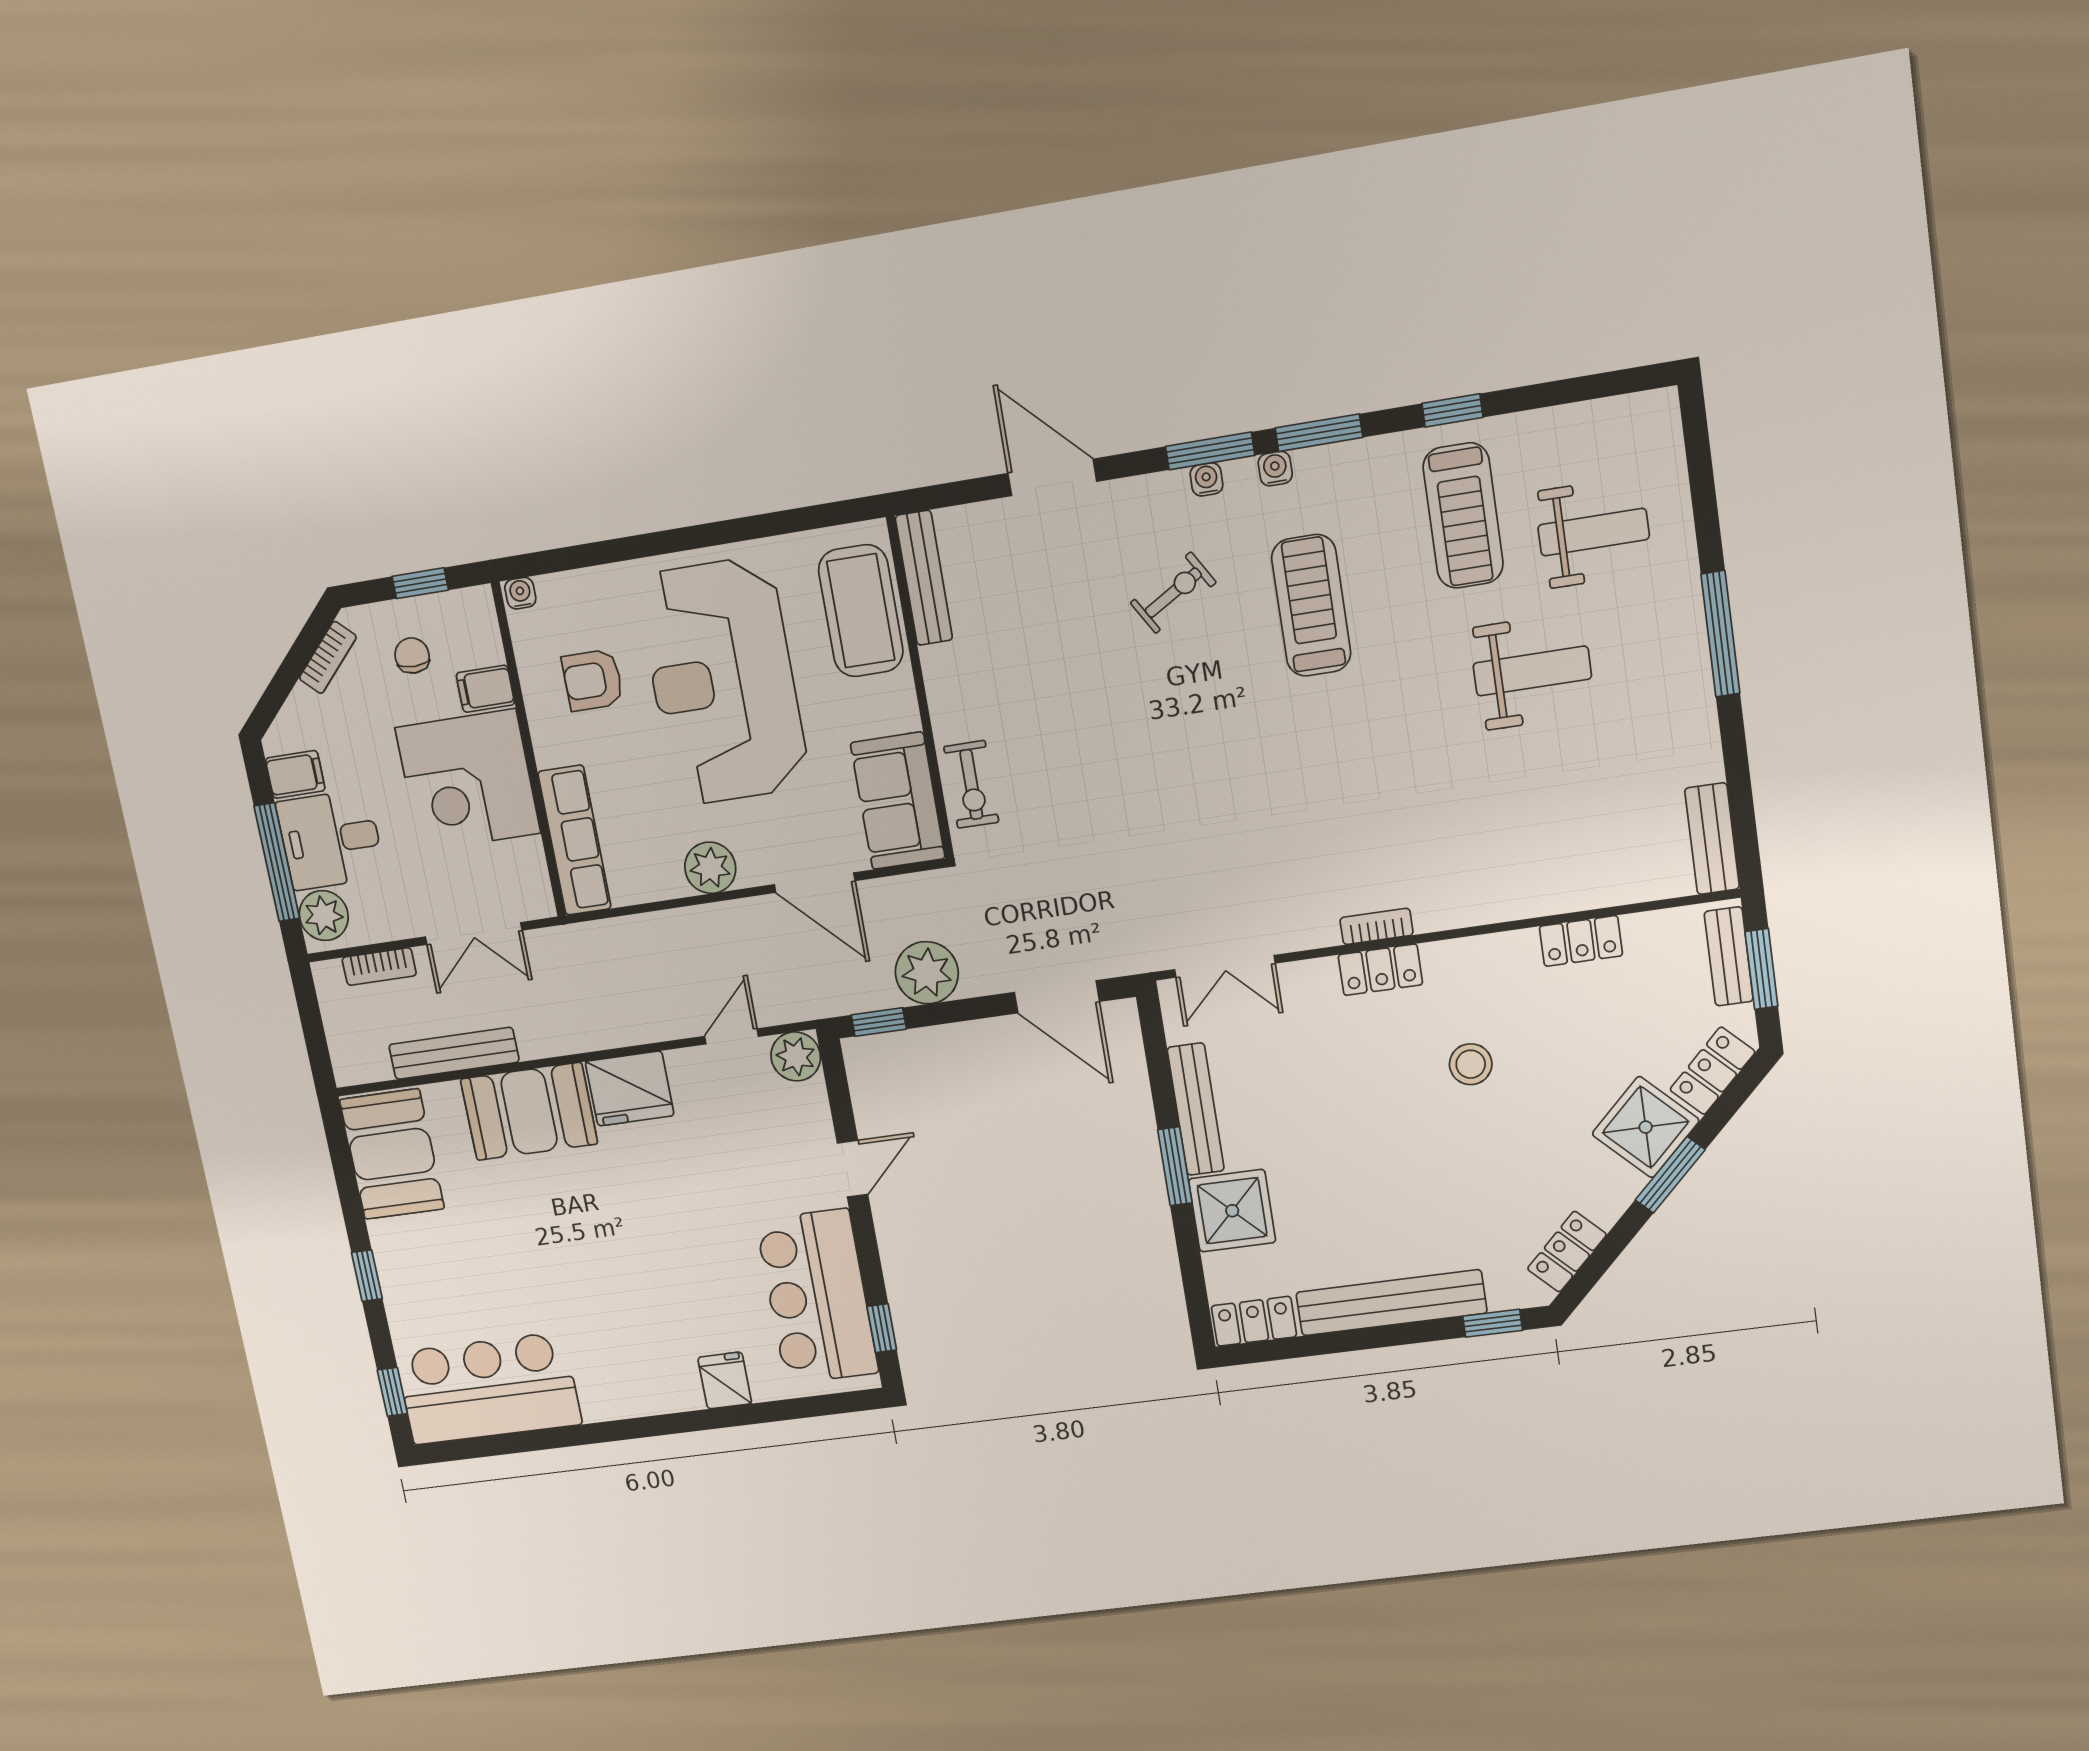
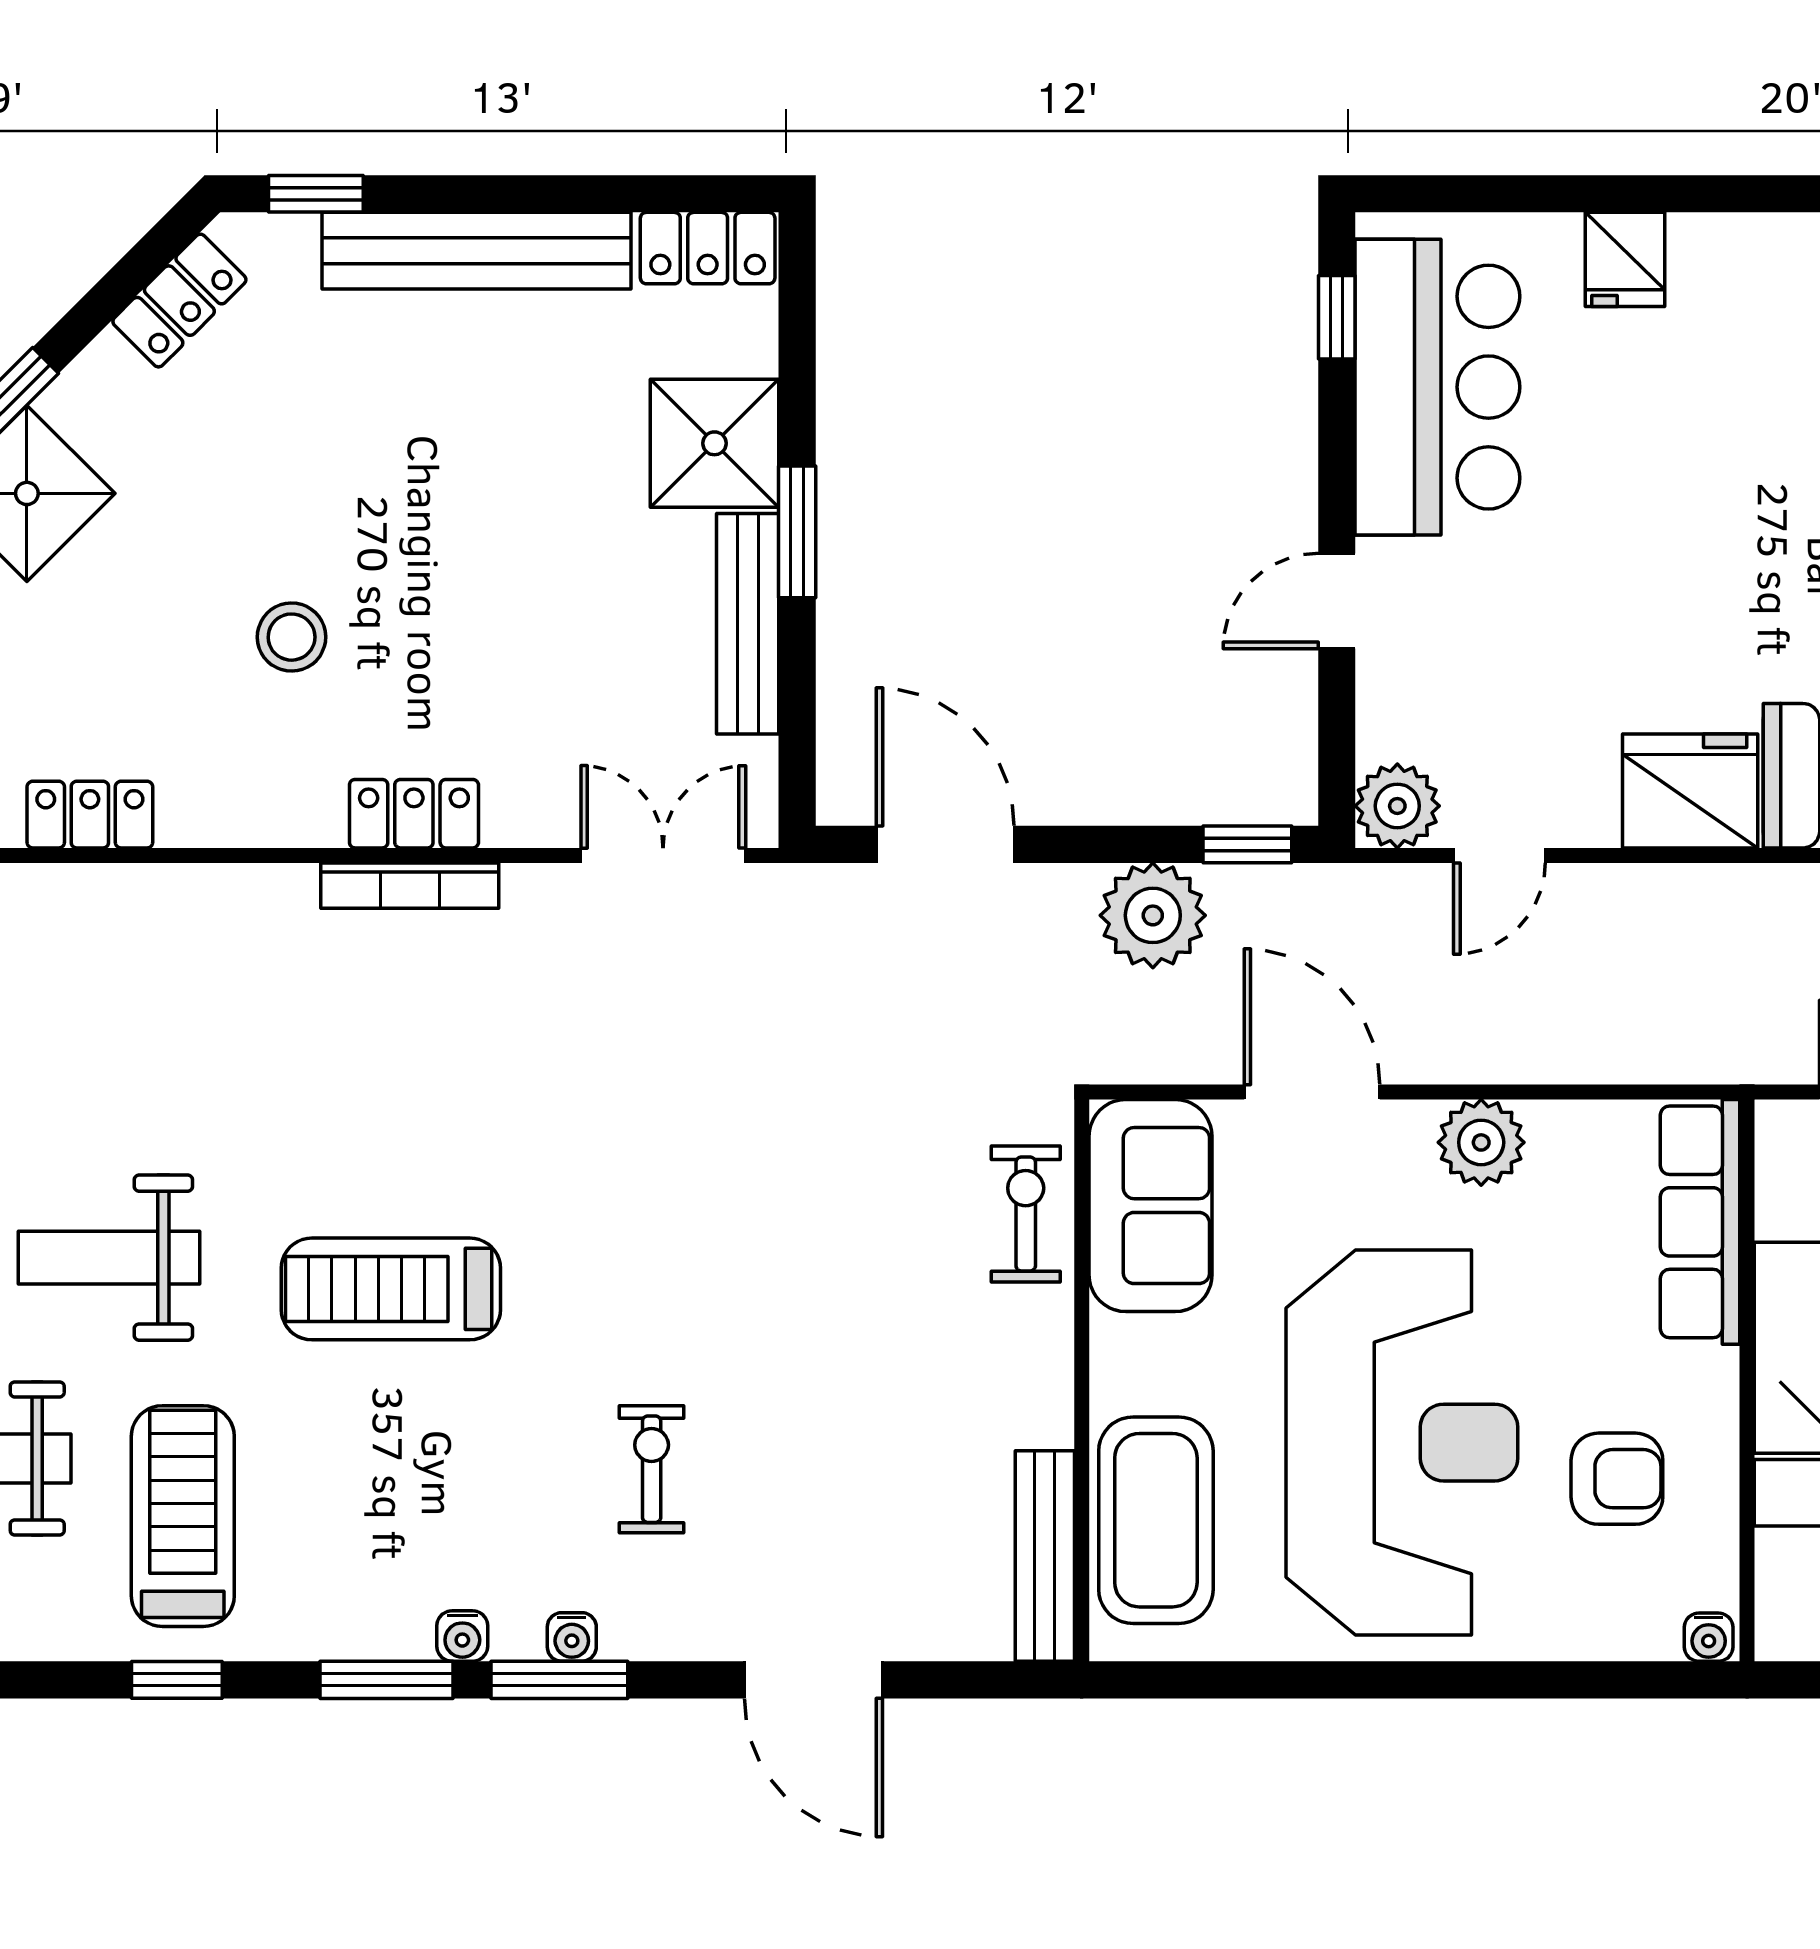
exercise bike: (1173, 593) -> (652, 1469), turned 121
treadmill: (1311, 606) -> (391, 1289), moved, turned 90
bookcase: (1377, 926) -> (410, 886), width x1.56

